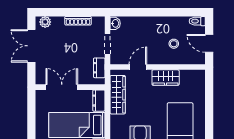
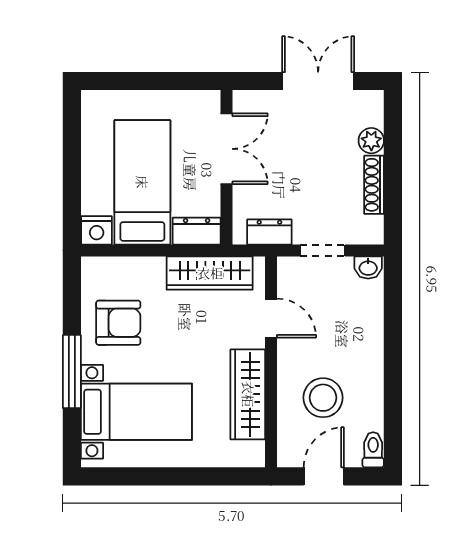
plant: (45, 22) -> (371, 141), moved
stool: (174, 44) -> (323, 398), width x1.89, depth x1.89
wardrobe: (166, 78) -> (248, 394), width x1.50

